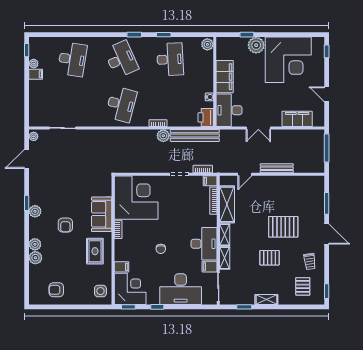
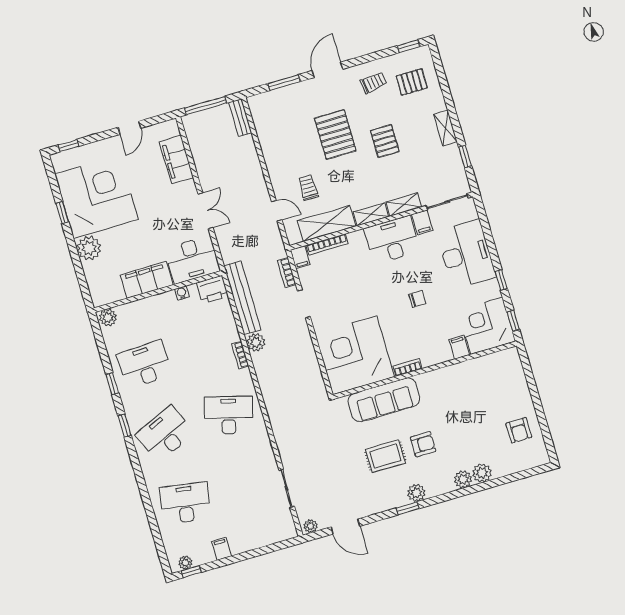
window: (247, 35) -> (62, 213), moved
plant: (34, 64) -> (185, 563), moved
bench: (277, 168) -> (240, 117), moved, width x0.73
trolley: (254, 199) -> (308, 188), added
sofa: (102, 214) -> (384, 400), width x1.36
rug: (95, 251) -> (385, 456), moved
side table: (100, 291) -> (502, 367), removed

